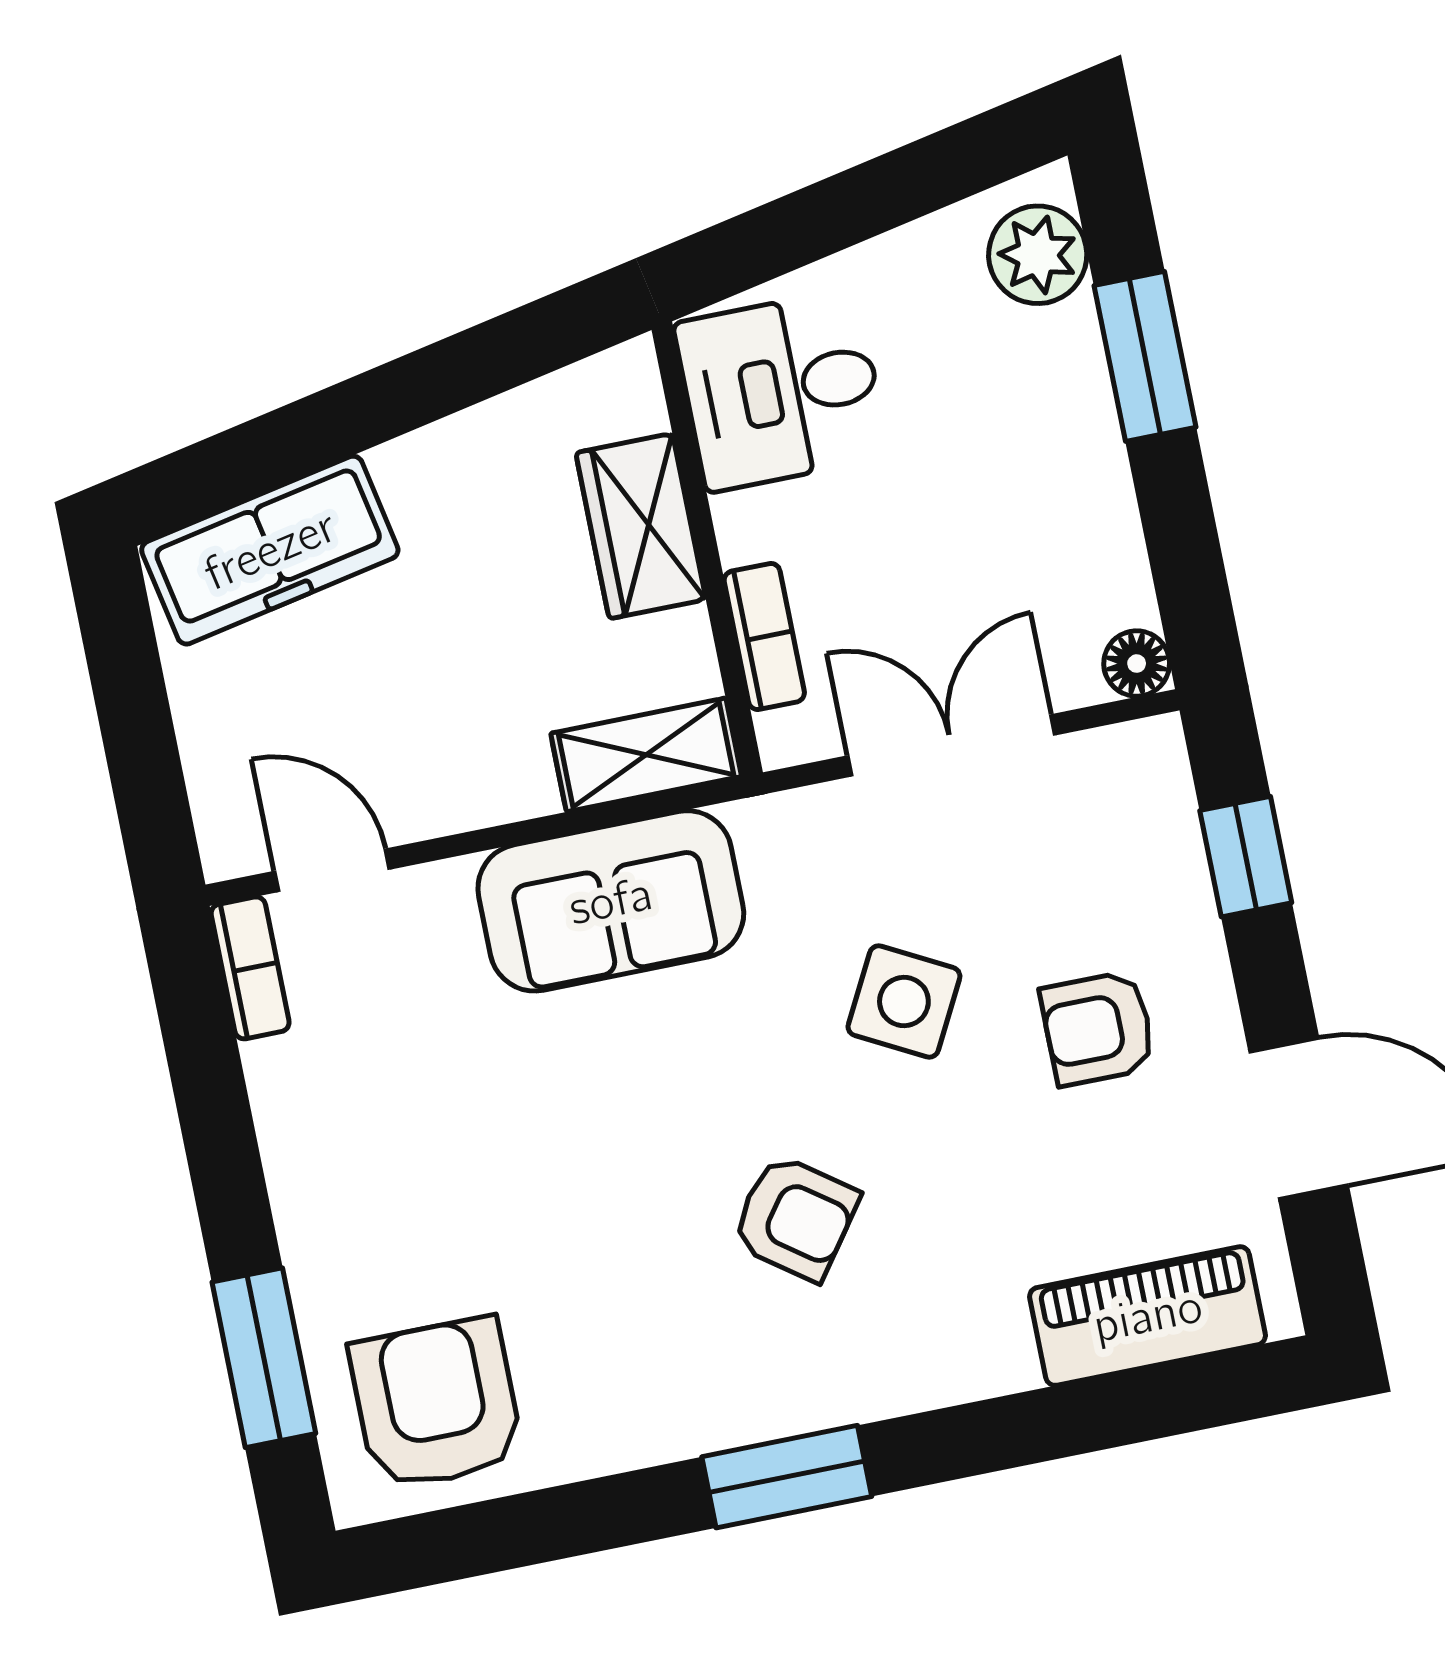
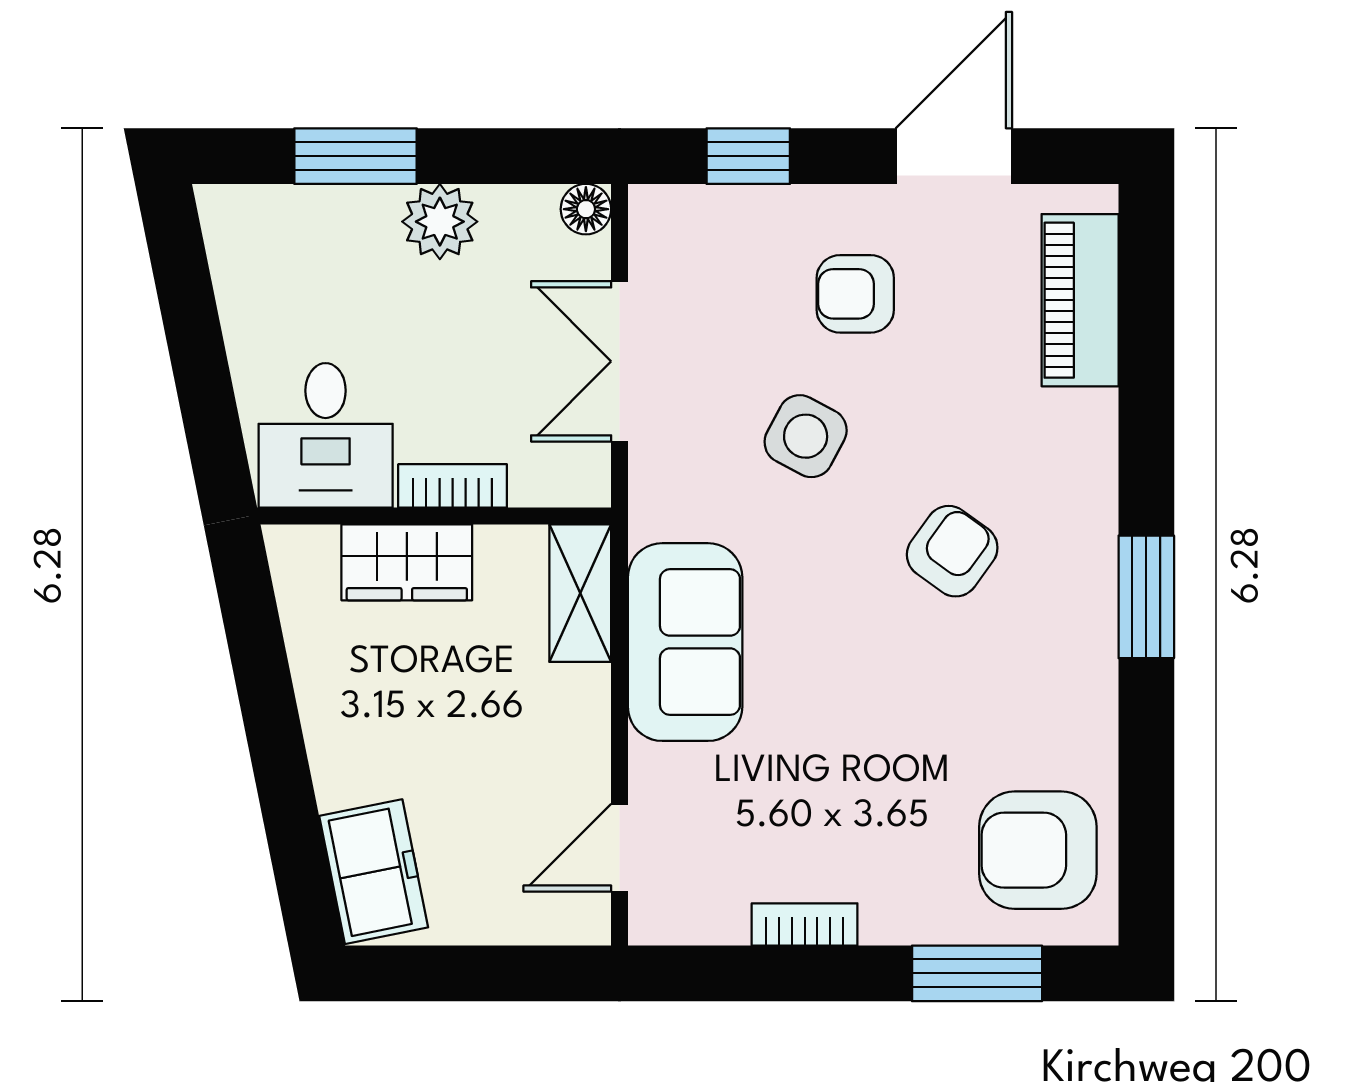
plant: (1038, 255) -> (440, 222), moved
freezer: (270, 550) -> (374, 872), width x0.71
bookcase: (764, 637) -> (453, 486), moved
bookcase: (250, 968) -> (805, 924), moved
armchair: (1098, 1028) -> (855, 294), turned 90

